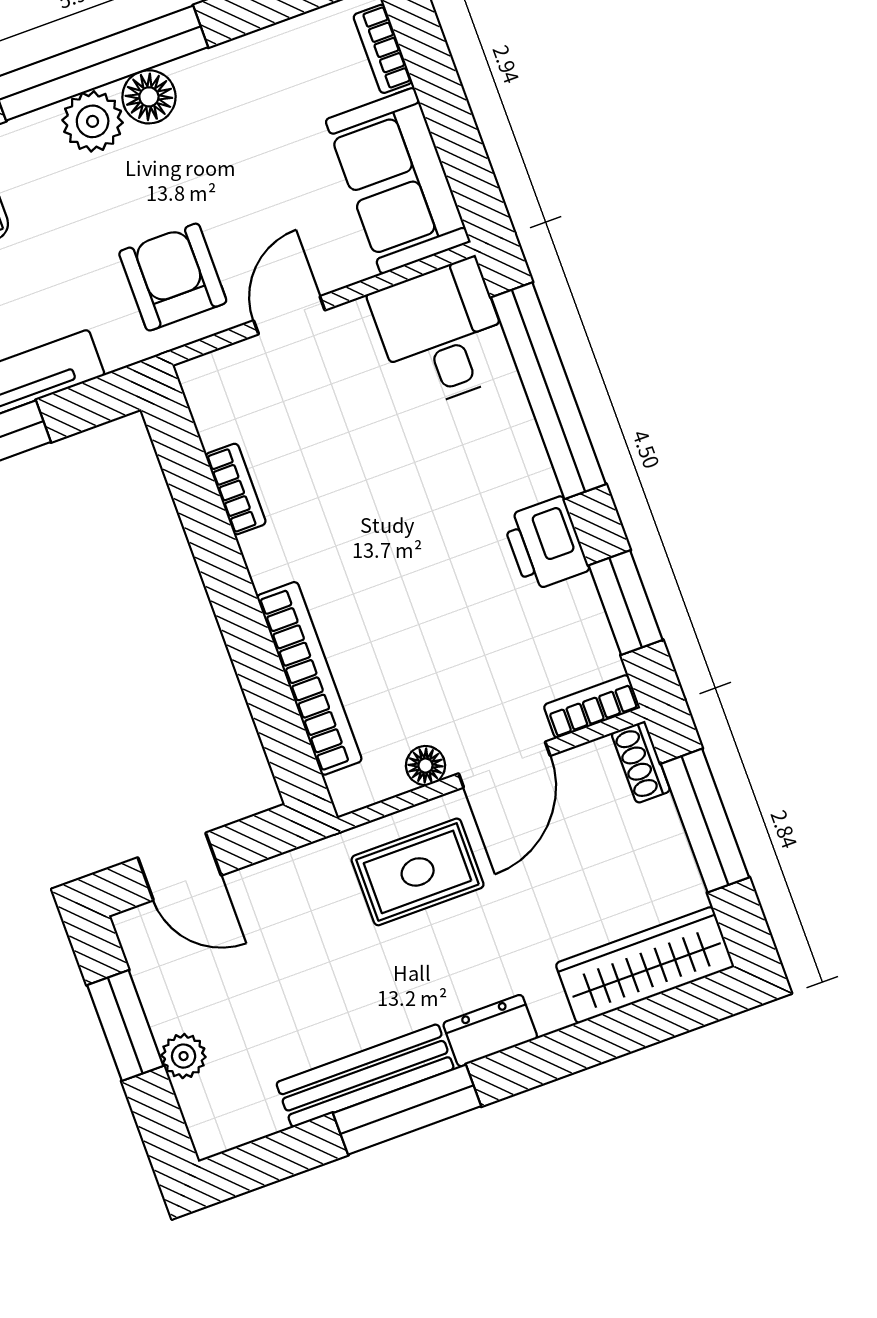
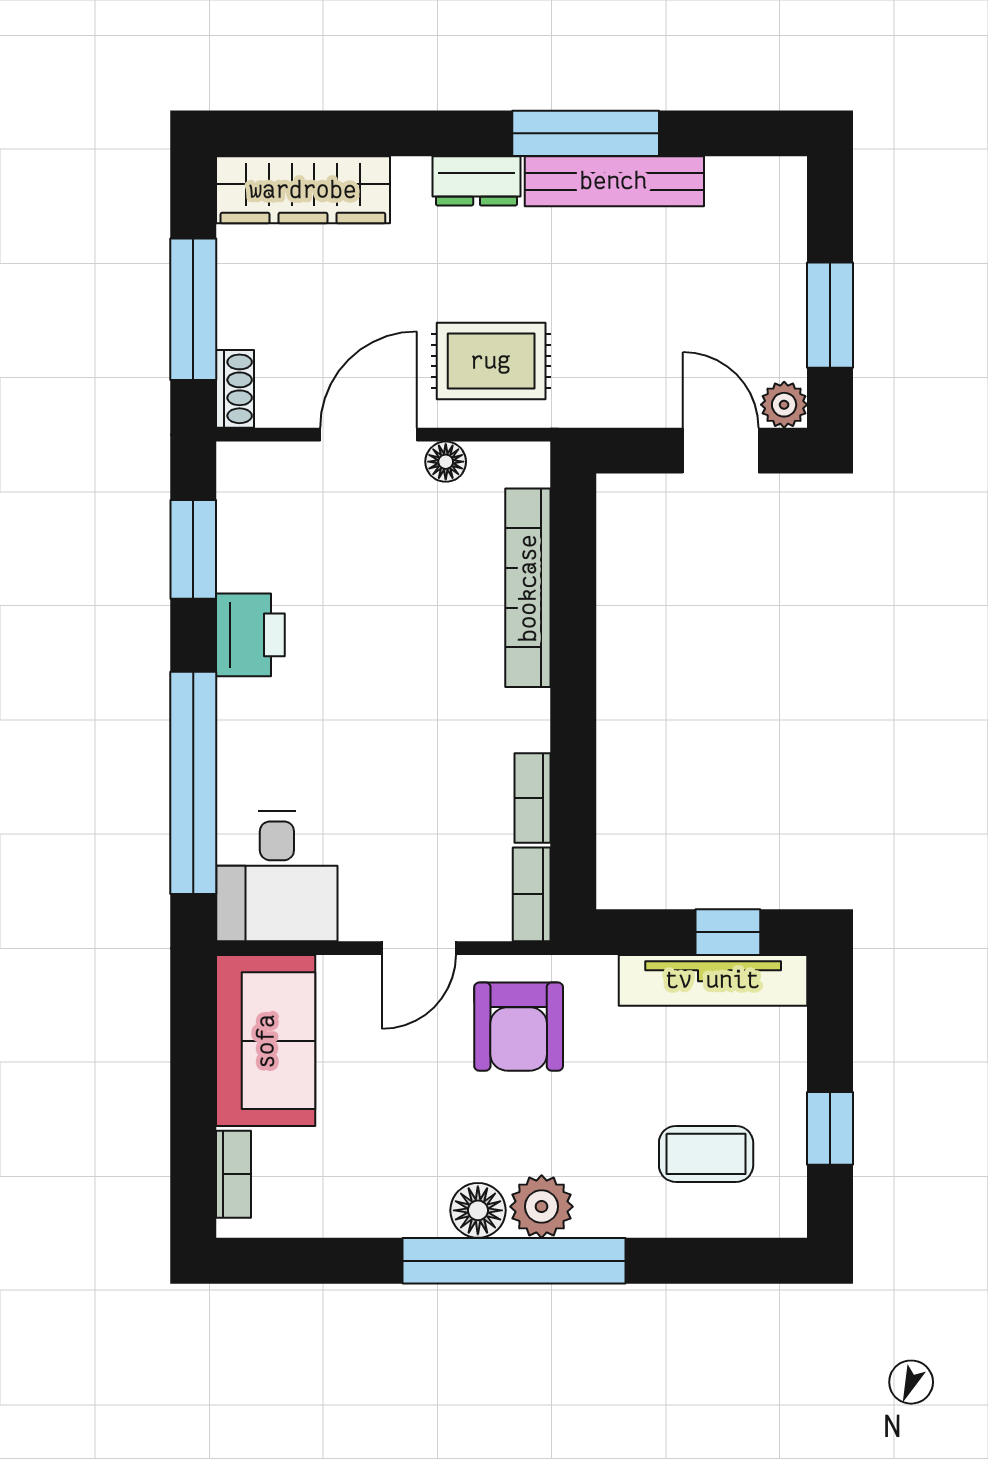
bookcase: (592, 707) -> (532, 894), moved, turned 90
plant: (184, 1056) -> (784, 405), moved

